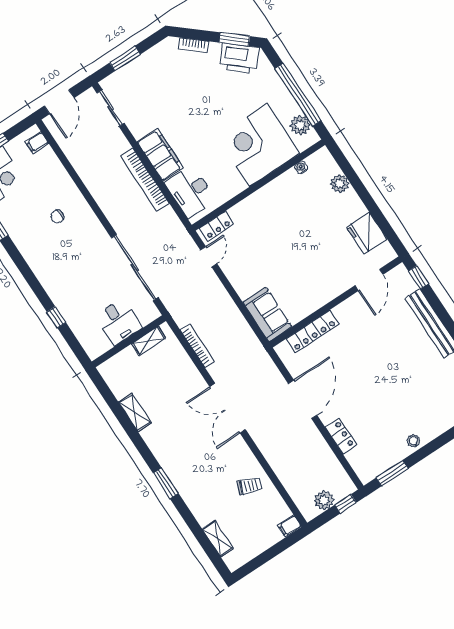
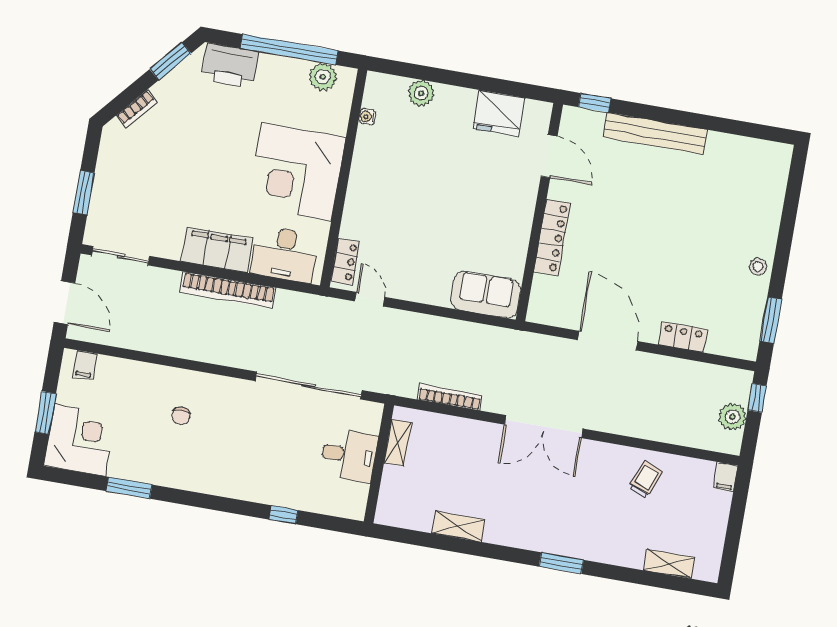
printer: (239, 58) -> (230, 65), moved, turned 49
corner desk: (258, 145) -> (297, 172), moved
locker: (312, 332) -> (552, 237), moved

